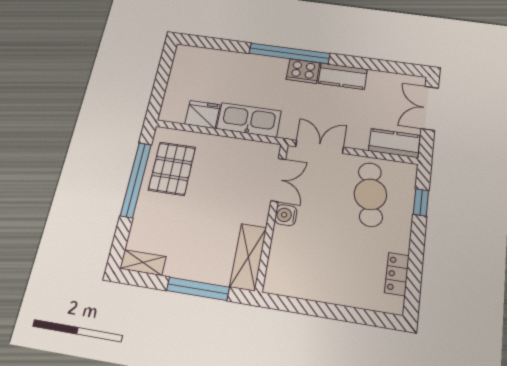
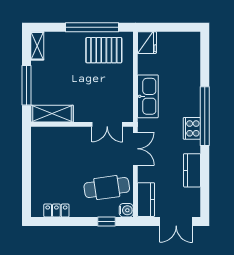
kitchen counter: (343, 76) -> (192, 170), moved
double door: (430, 108) -> (176, 222), swing flipped
fridge: (202, 114) -> (147, 43), moved
water cooler: (286, 215) -> (126, 210), moved, turned 90

